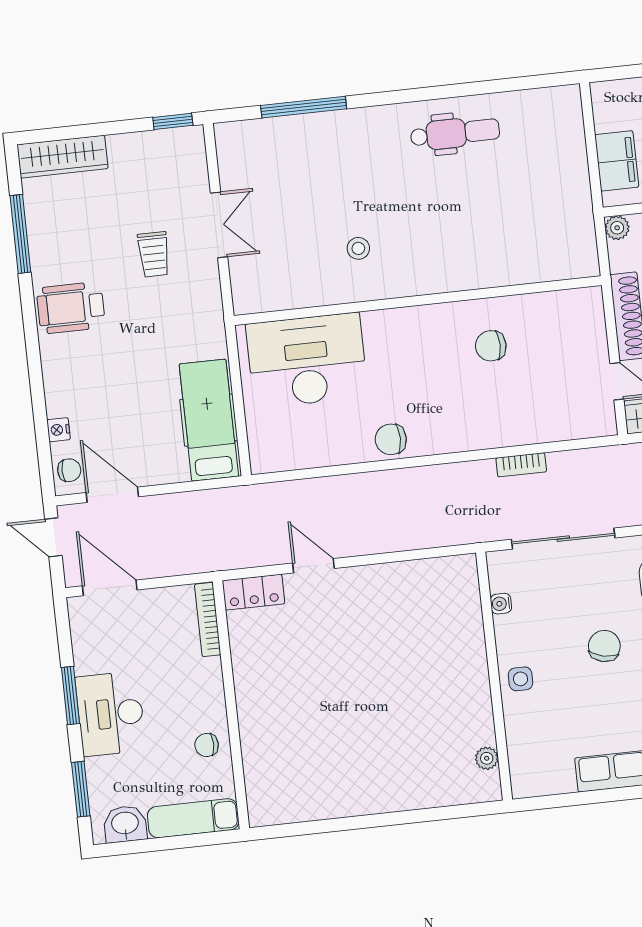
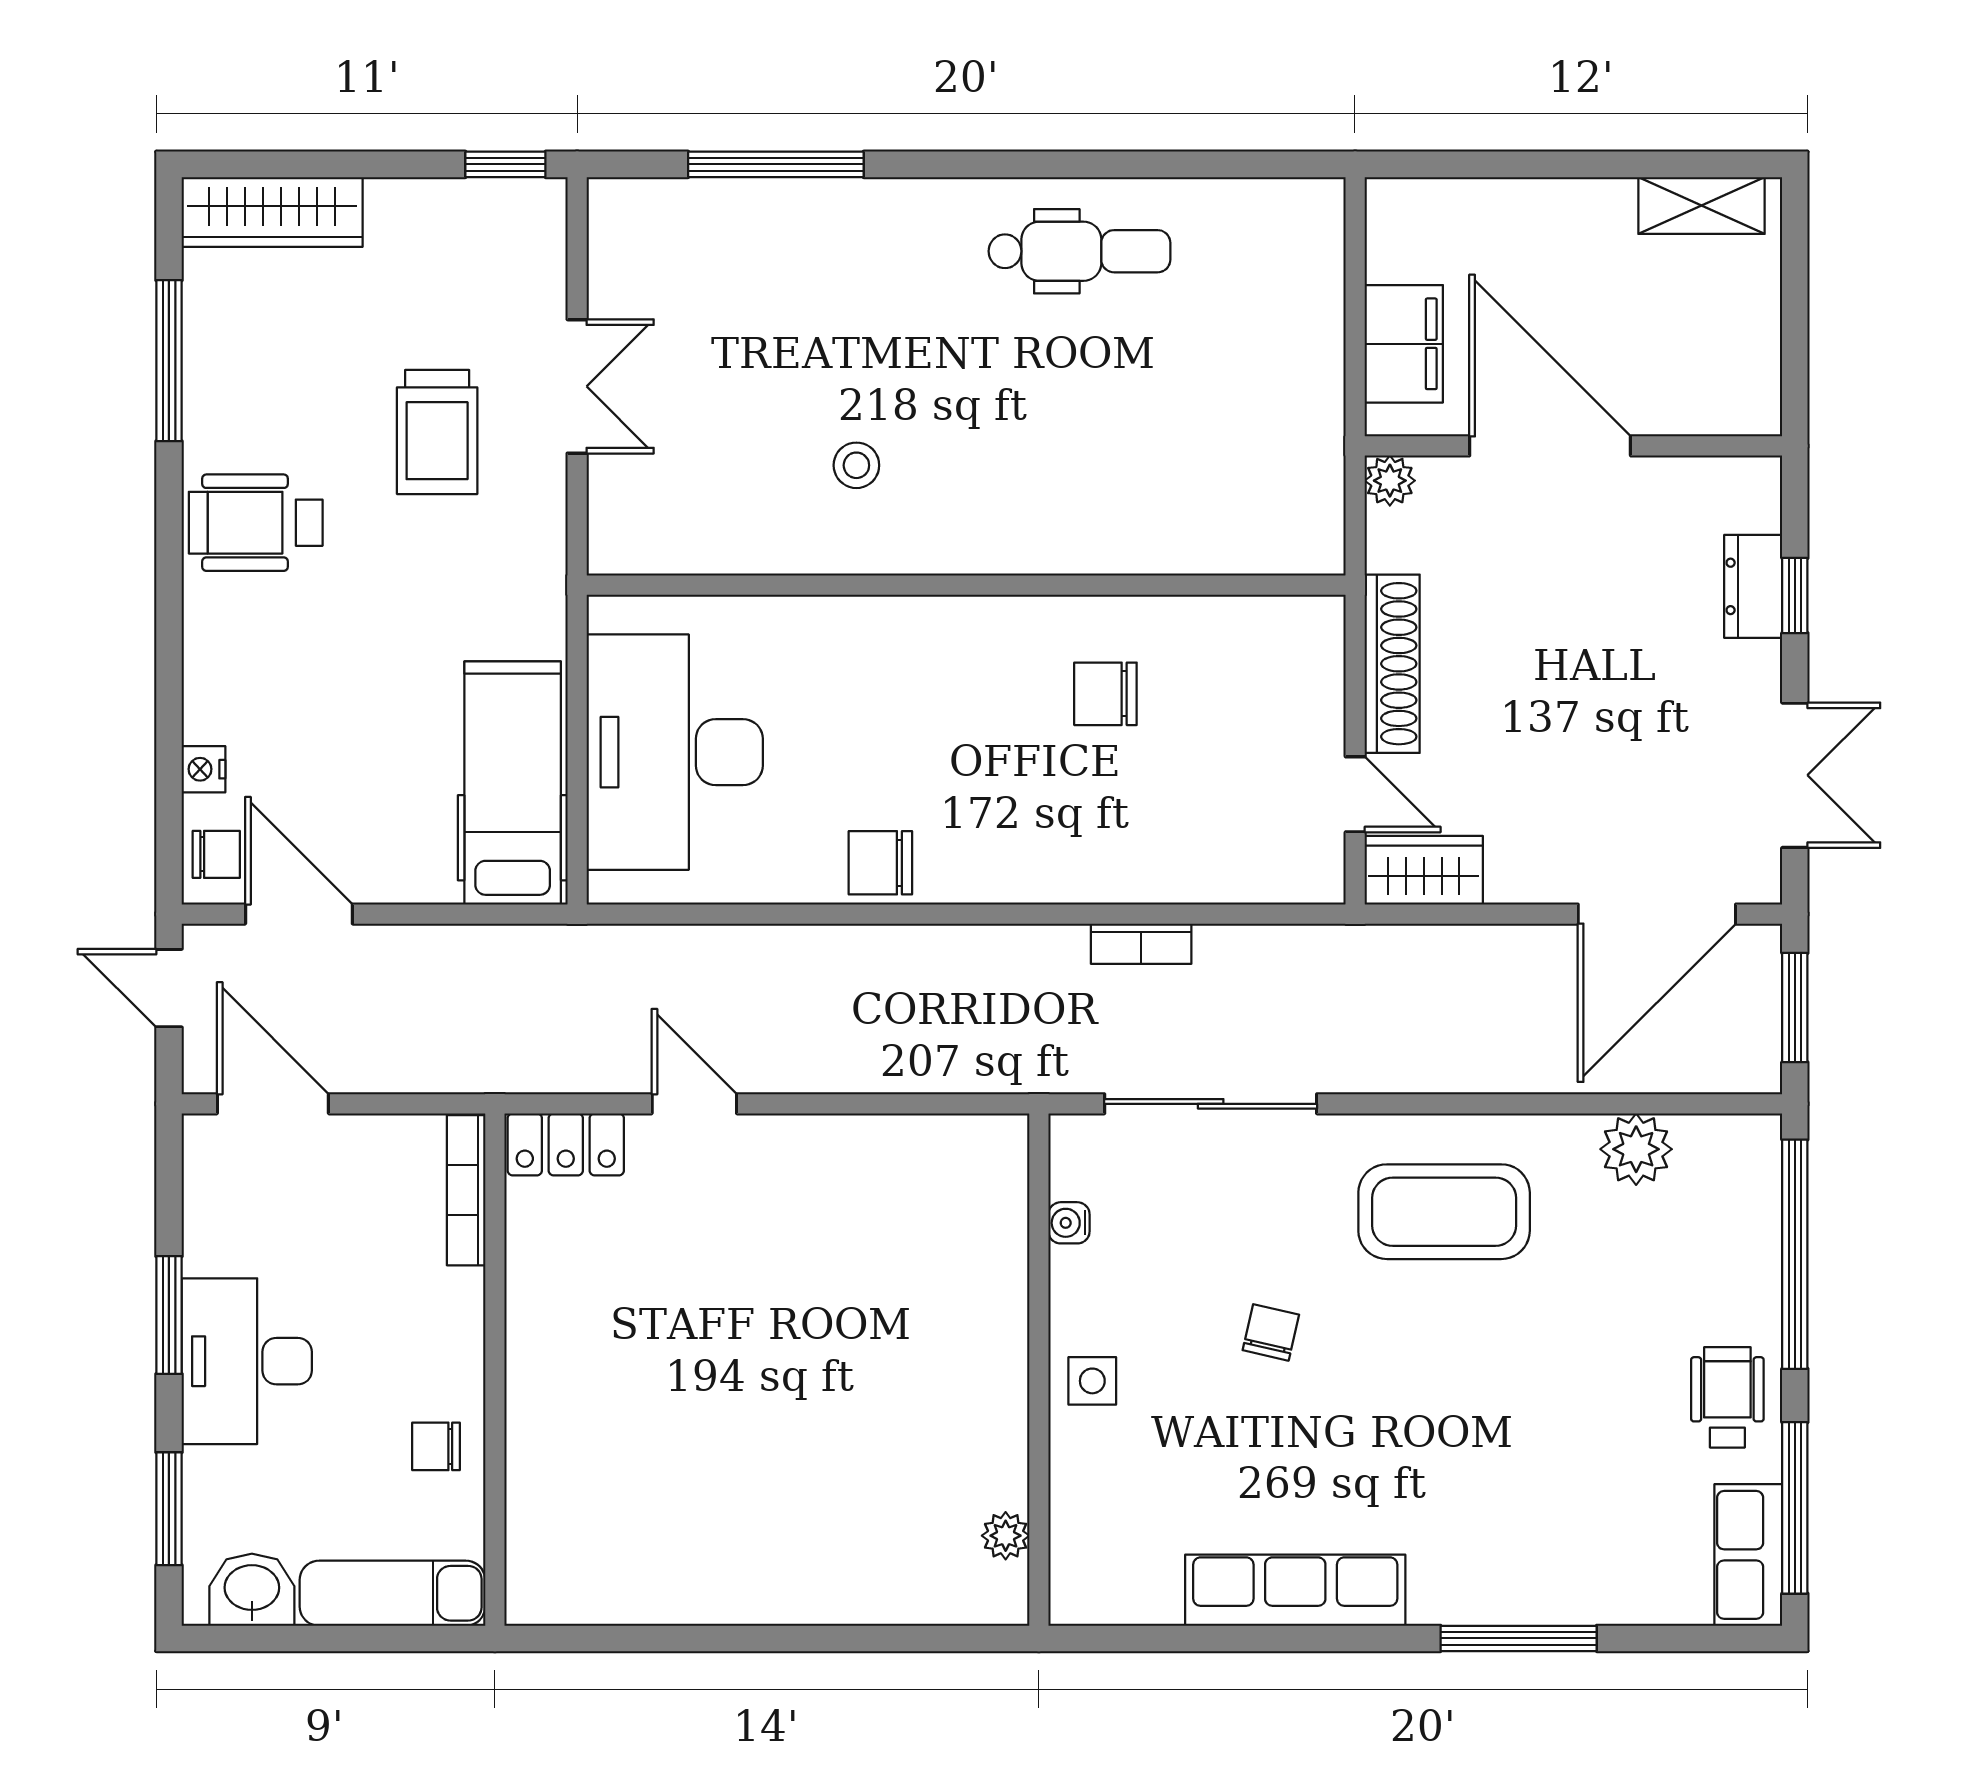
trolley: (154, 254) -> (437, 432), width x1.36, depth x1.39
desk: (307, 360) -> (675, 752), moved, turned -90
chair: (604, 646) -> (1271, 1332), width x0.73, depth x0.73

